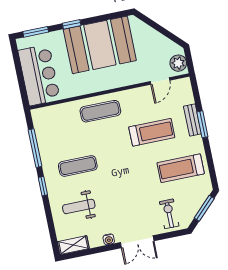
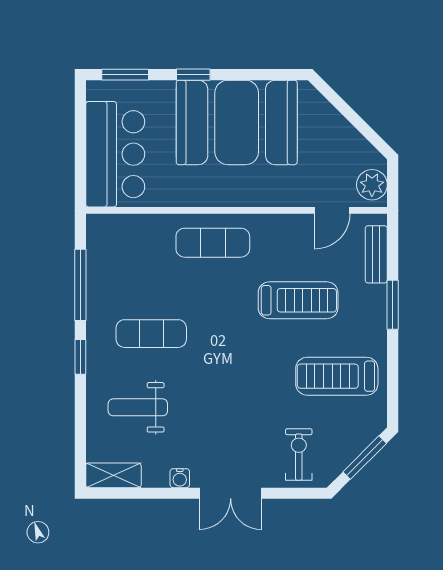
bench: (192, 120) -> (376, 254), moved

